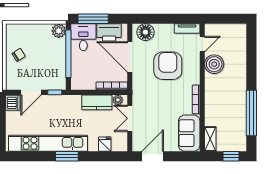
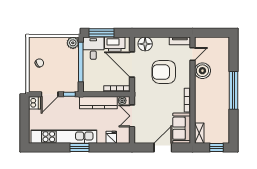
armchair: (168, 66) -> (164, 72), turned -90
kitchen counter: (97, 102) -> (98, 103), width x1.50
window: (251, 113) -> (233, 90), moved
door: (153, 156) -> (163, 148), moved

